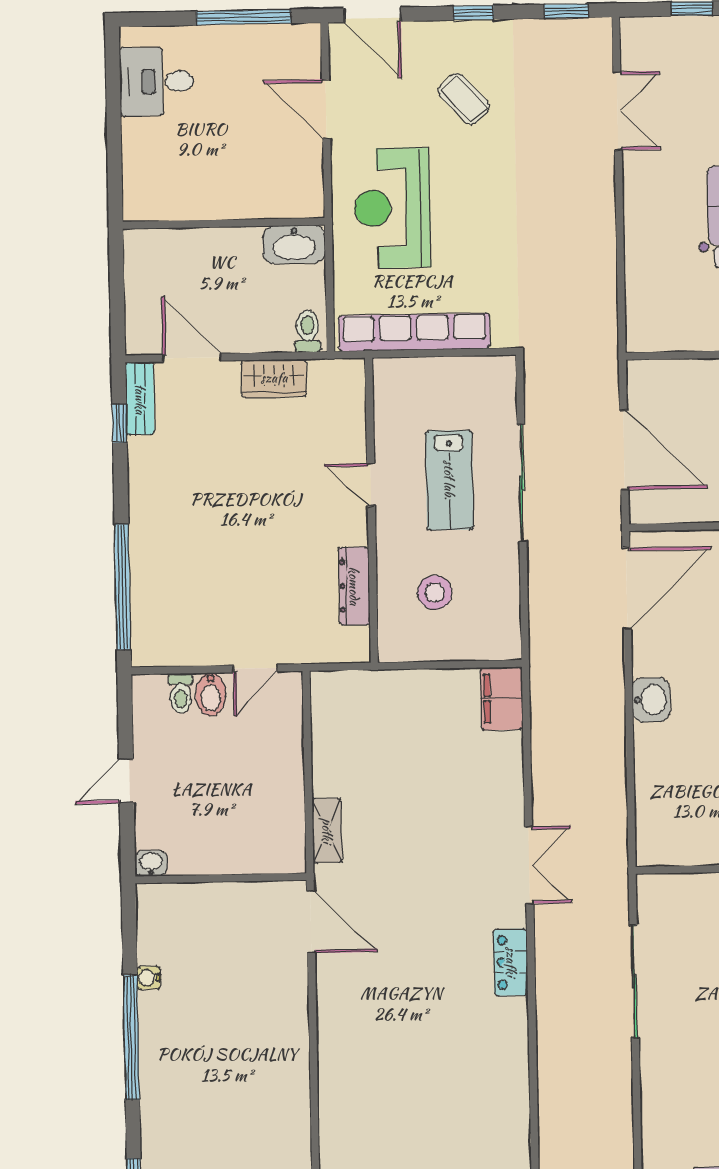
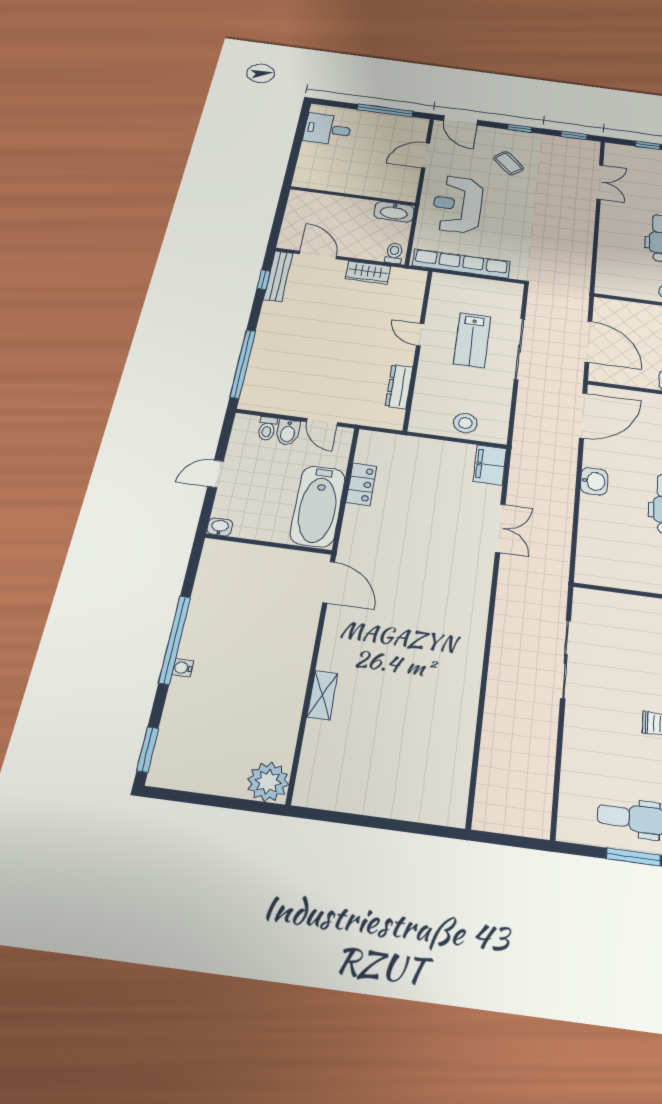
door: (326, 109) -> (426, 155), hinge flipped
bench: (140, 399) -> (278, 276), width x1.36
stool: (435, 592) -> (465, 423), moved
door: (255, 668) -> (322, 422), hinge flipped
bathtub: (275, 808) -> (318, 506), added
shelving: (327, 831) -> (322, 695), moved
double door: (529, 865) -> (500, 528), moved
locker: (511, 962) -> (361, 484), moved, turned 180
water cooler: (149, 978) -> (183, 668), moved

